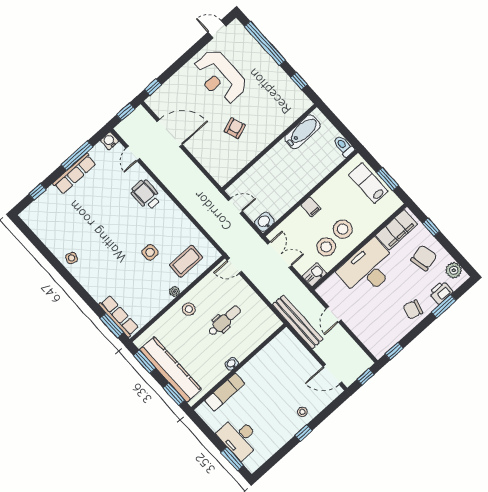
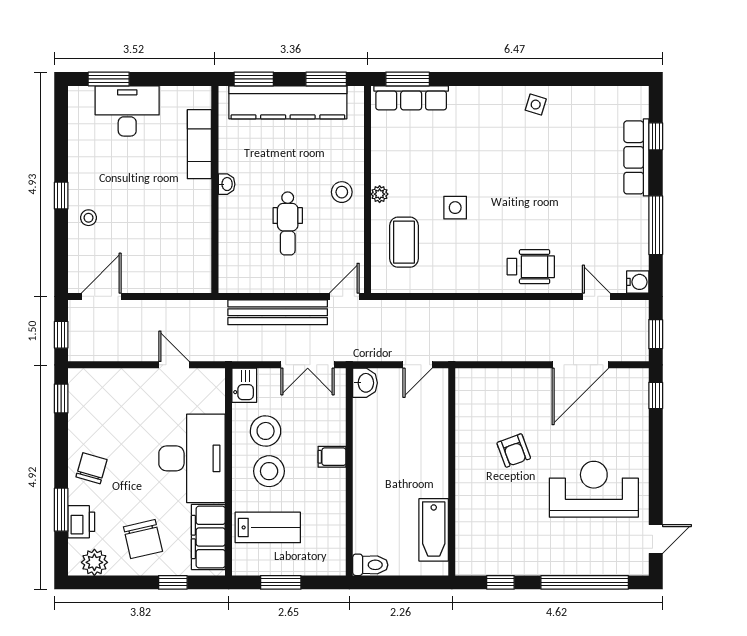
row of seats: (74, 174) -> (636, 157), moved
lab bench: (368, 183) -> (268, 527), moved
bench: (298, 322) -> (278, 312), moved

